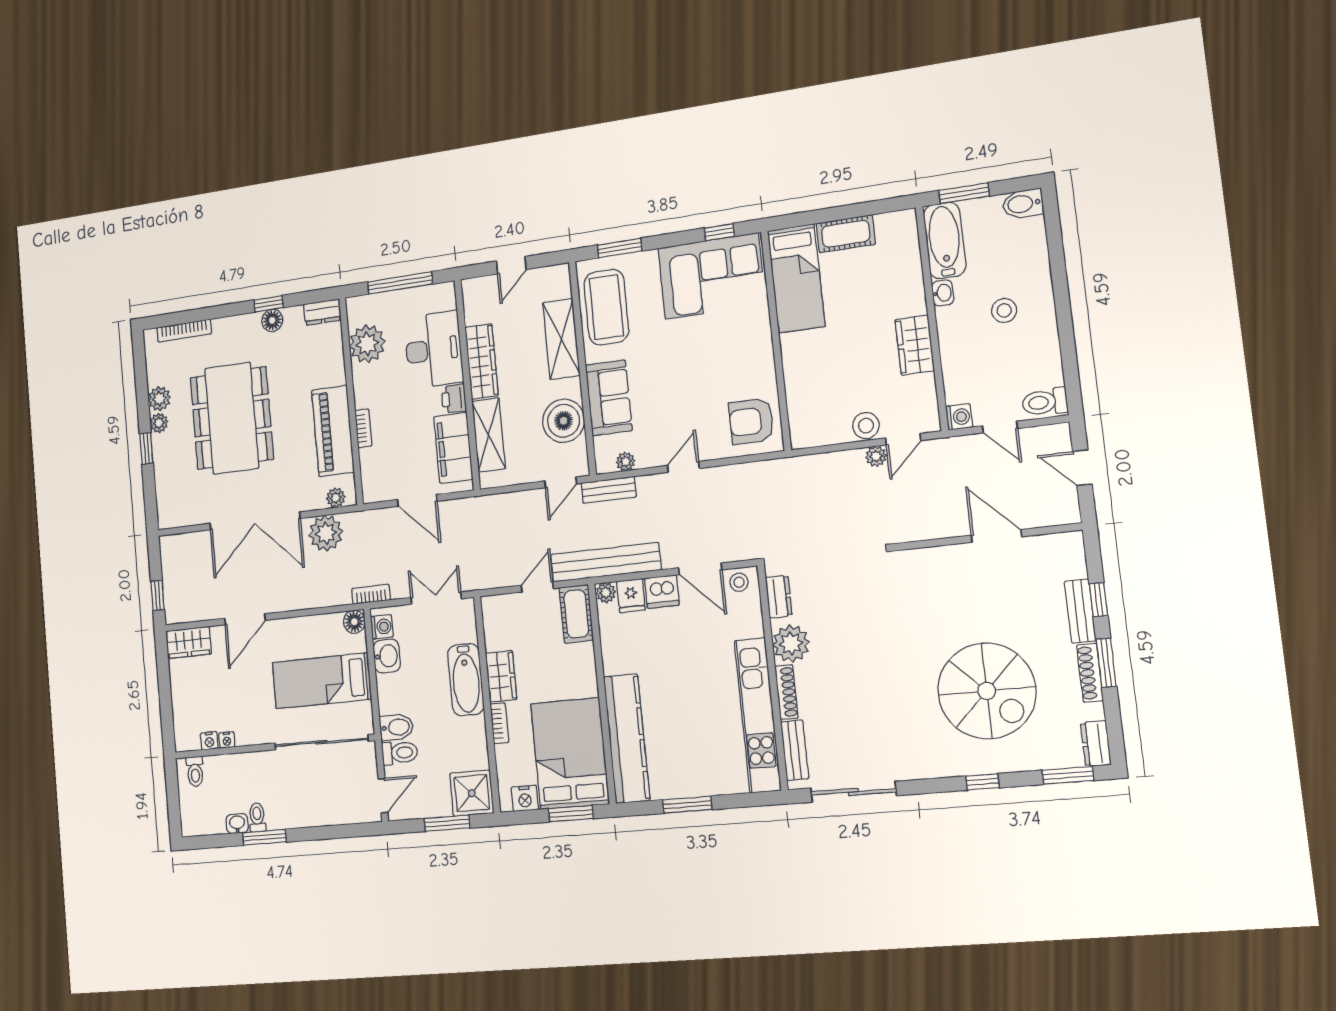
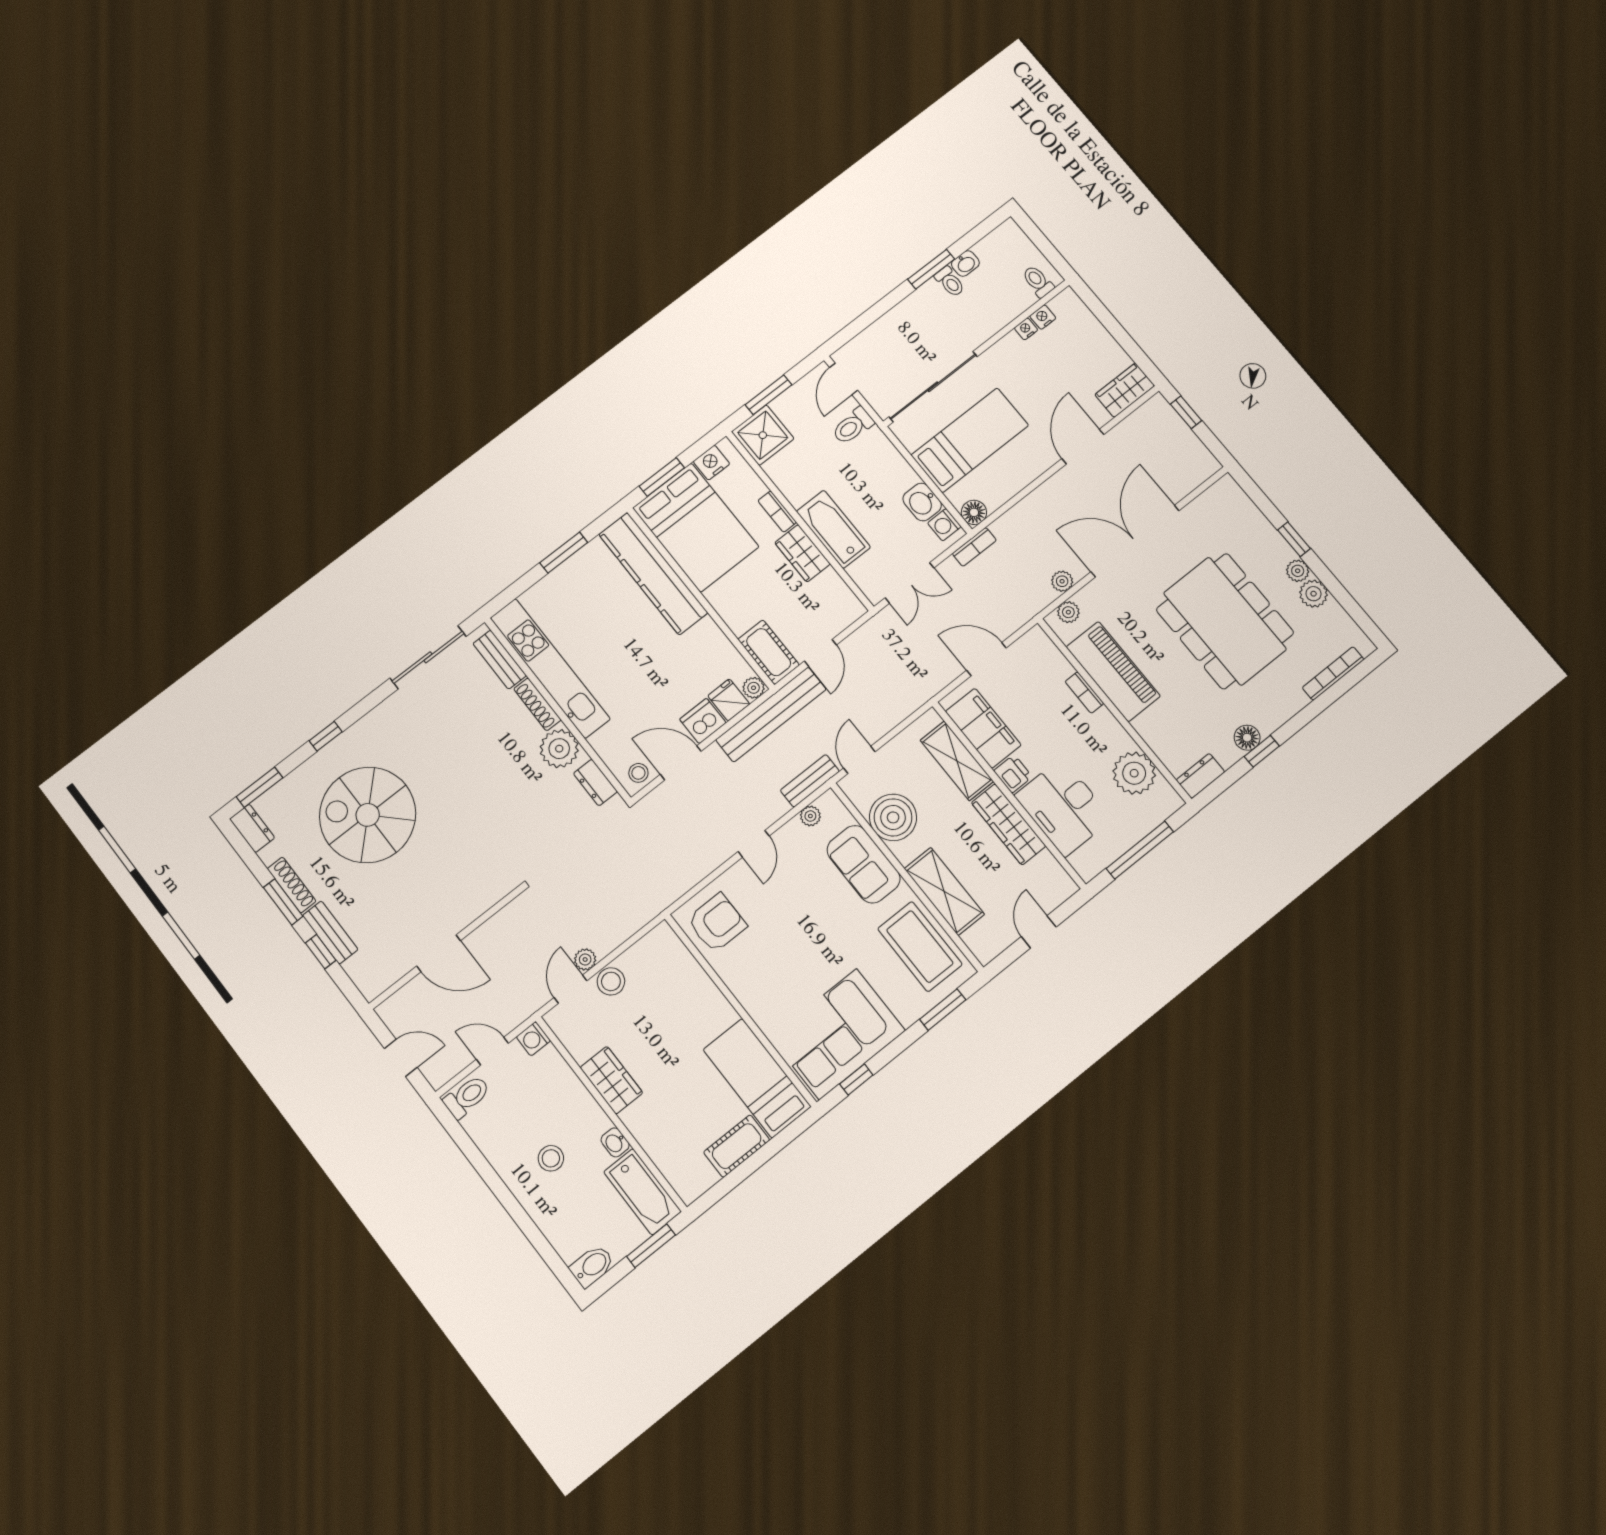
plant: (326, 533) -> (1062, 581), width x0.53, depth x0.53
bidet: (397, 727) -> (871, 446), removed

